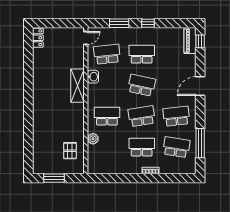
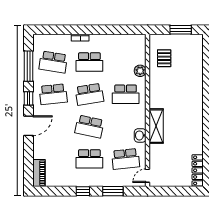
locker: (38, 38) -> (198, 170), width x1.53
window: (200, 41) -> (28, 98), moved

